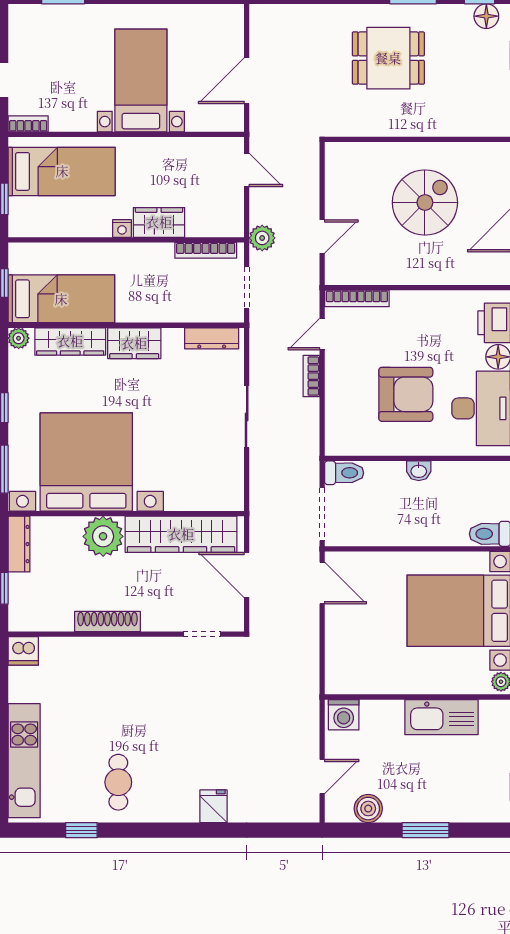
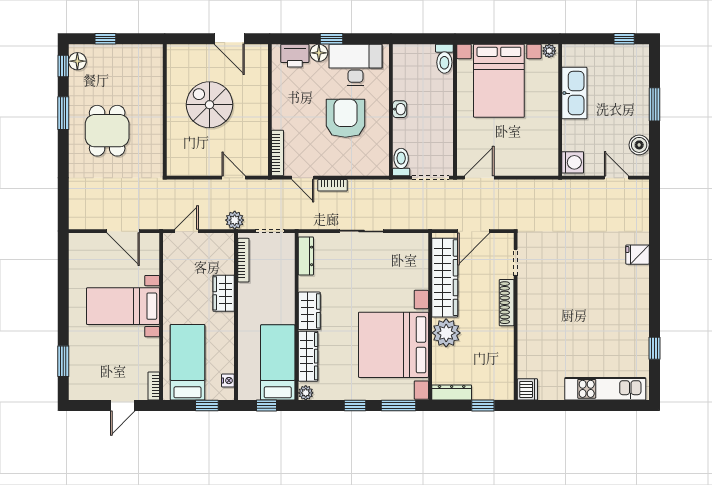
nightstand: (122, 229) -> (228, 381), moved
shoe rack: (107, 622) -> (507, 303), moved
cafe table: (118, 782) -> (620, 322), removed

